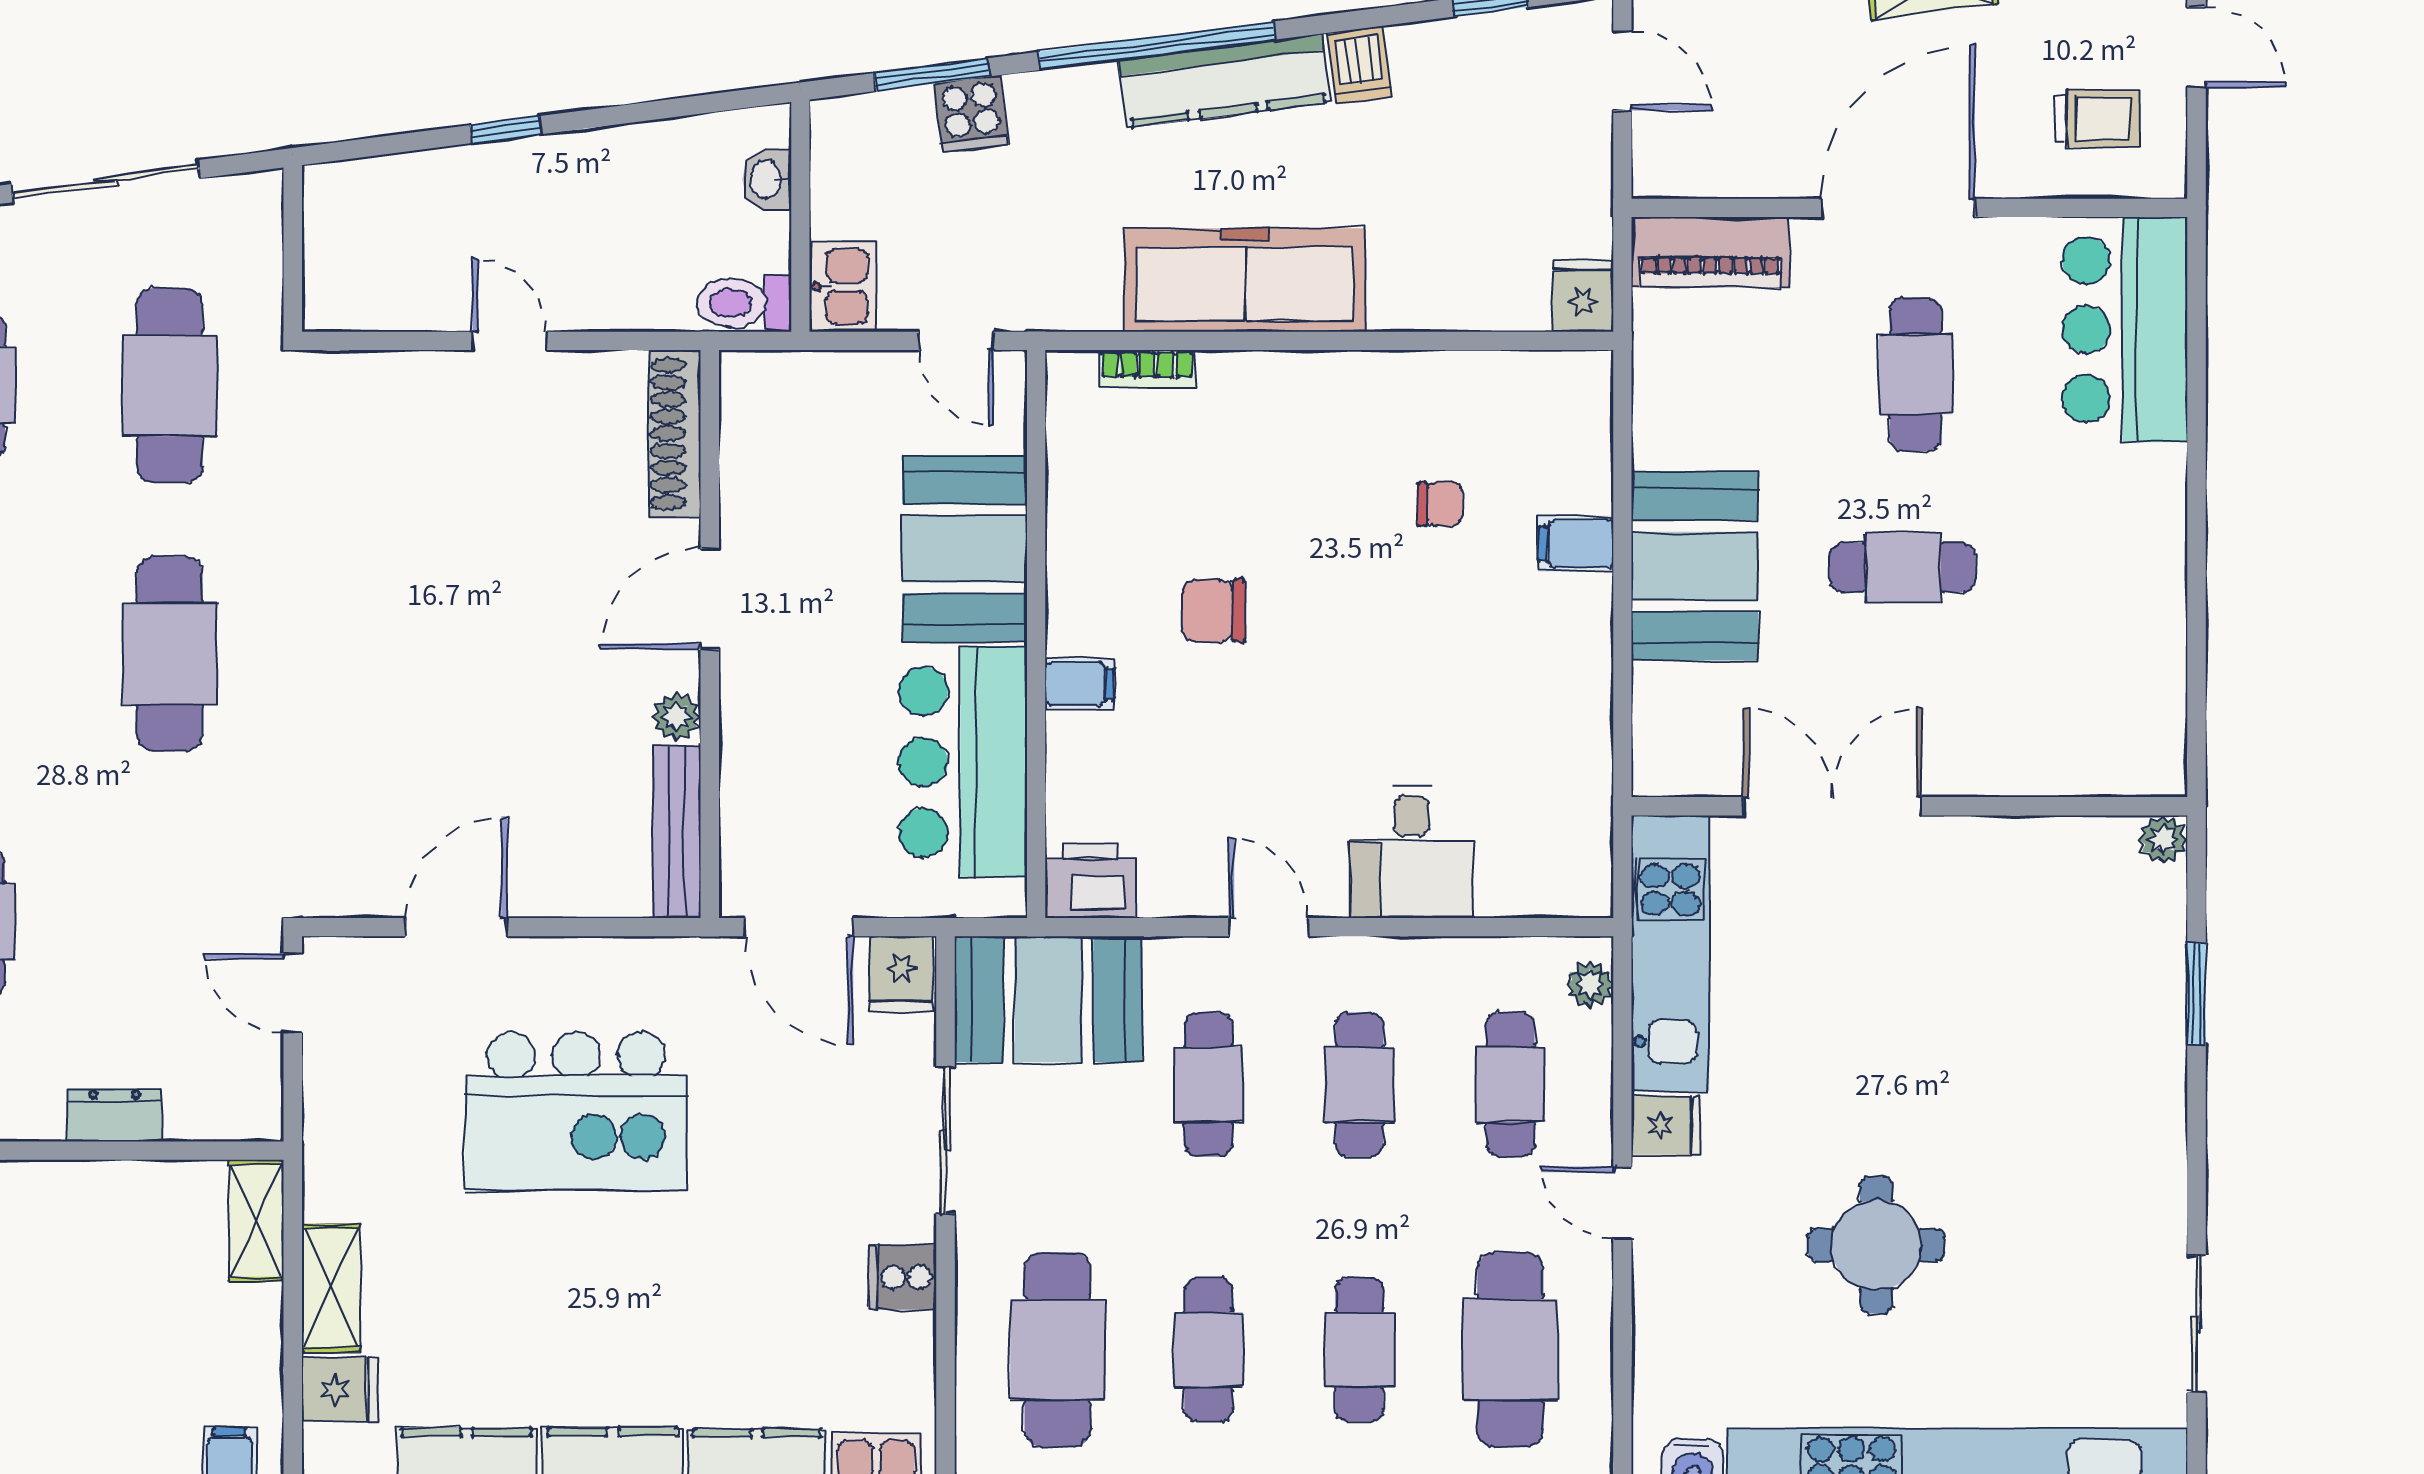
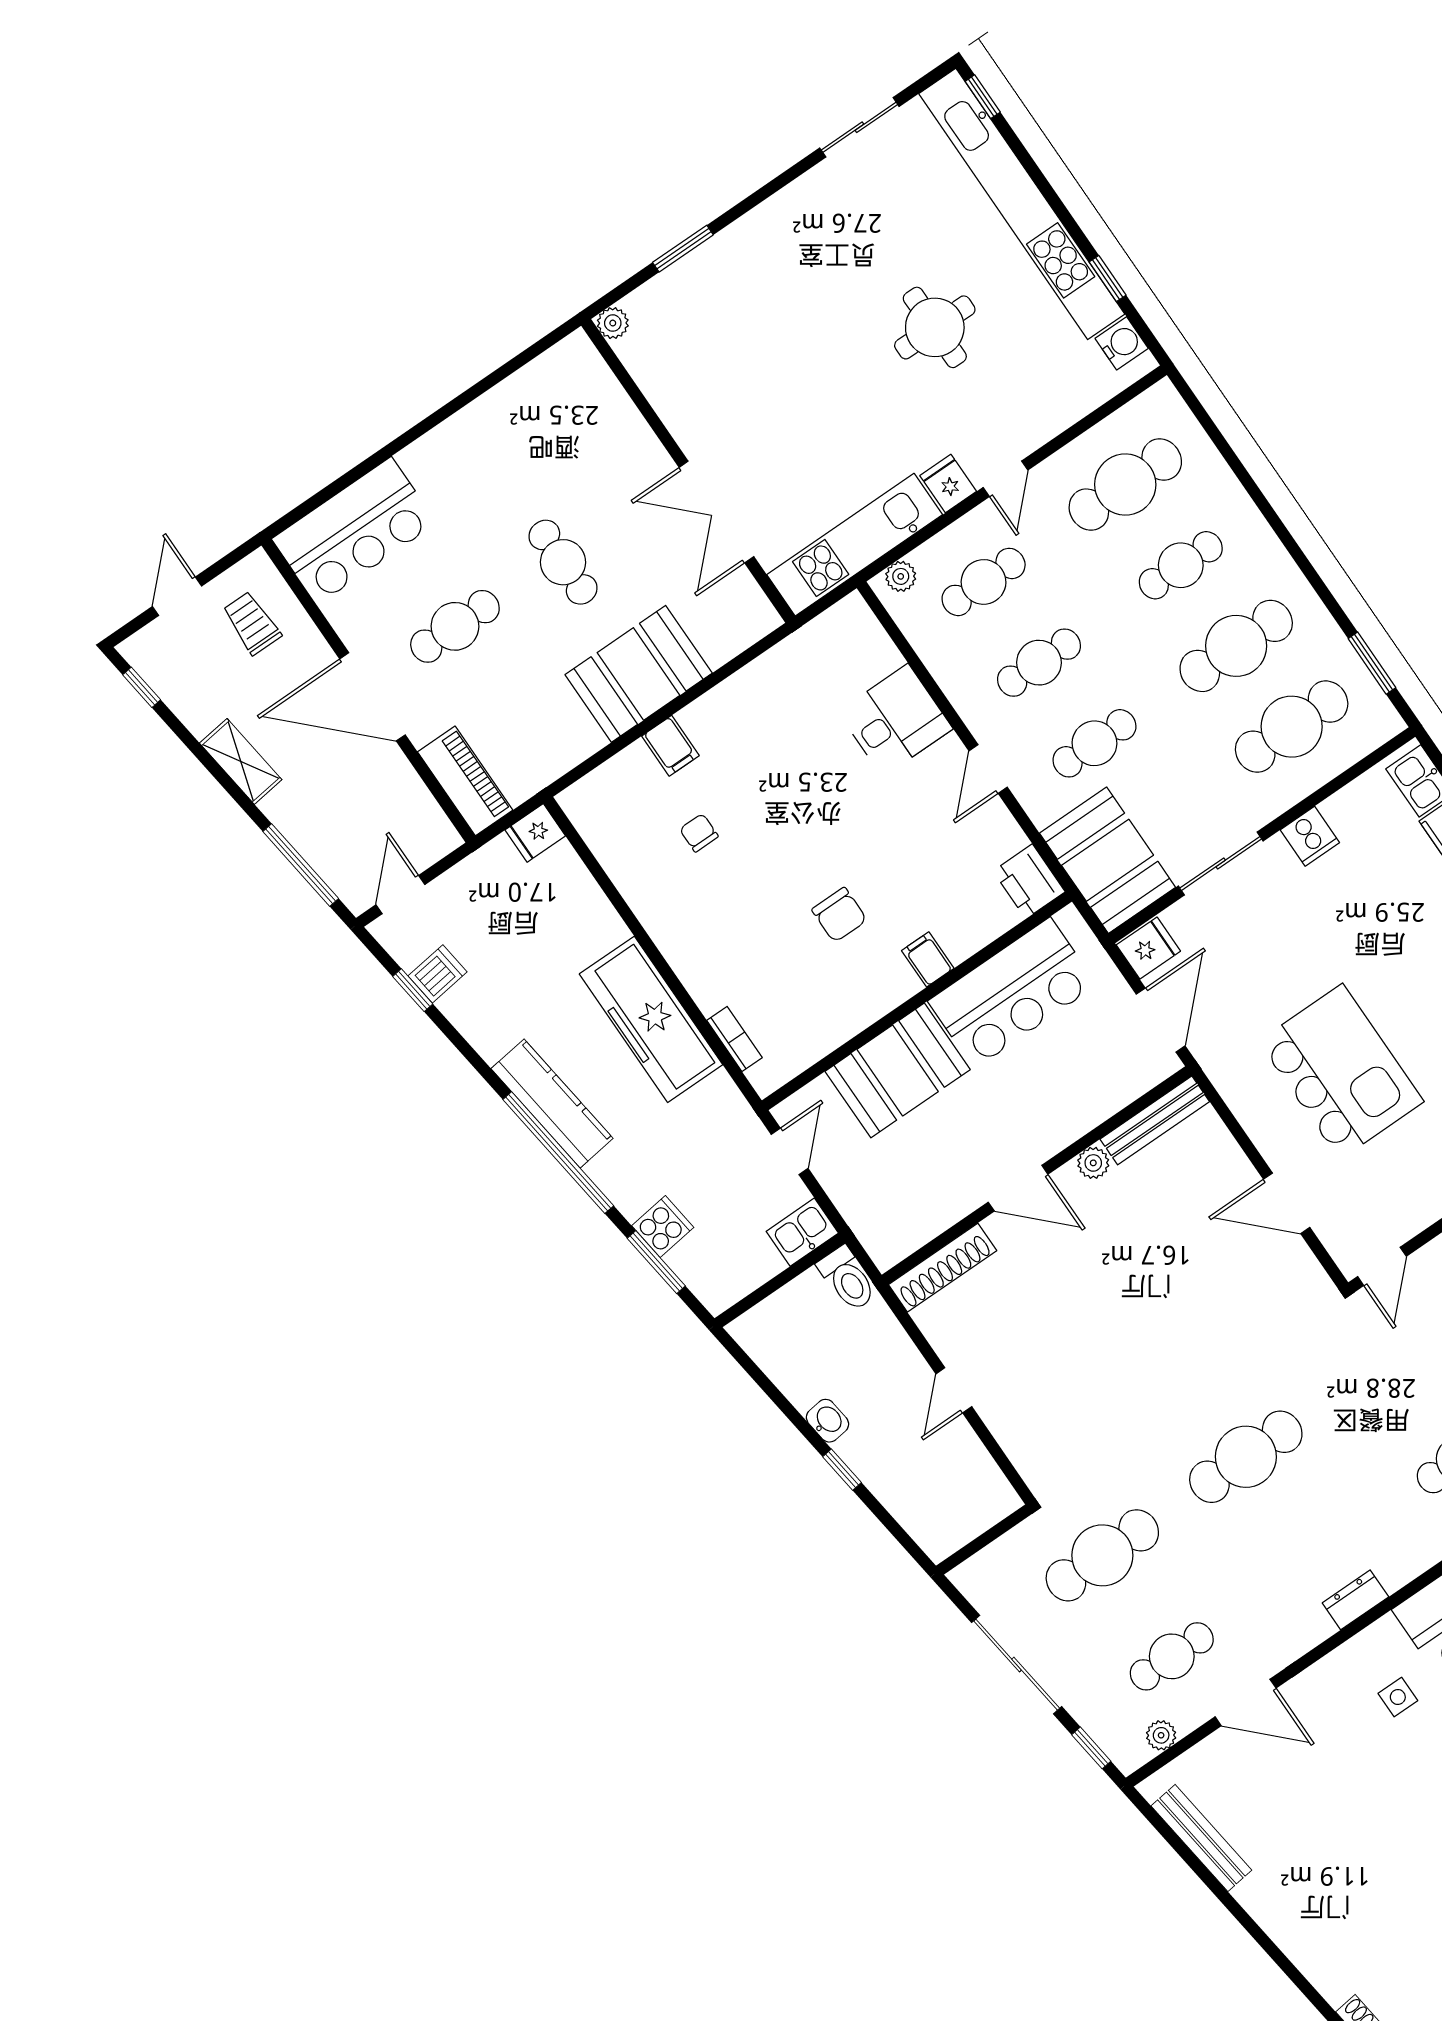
dishwasher: (1360, 65) -> (438, 974), moved
washbasin: (767, 179) -> (828, 1421), moved, turned -97
cafe table: (1208, 1350) -> (1236, 646), width x1.37, depth x1.35

